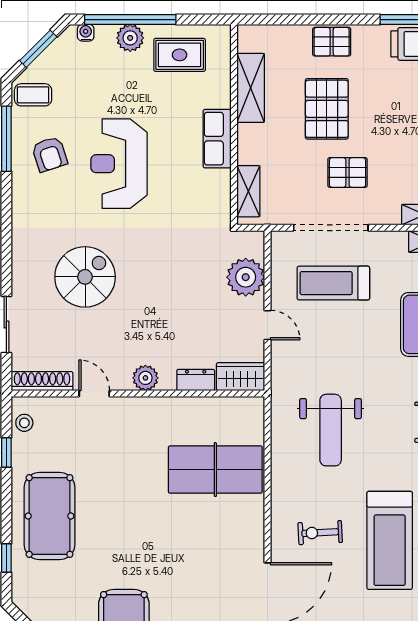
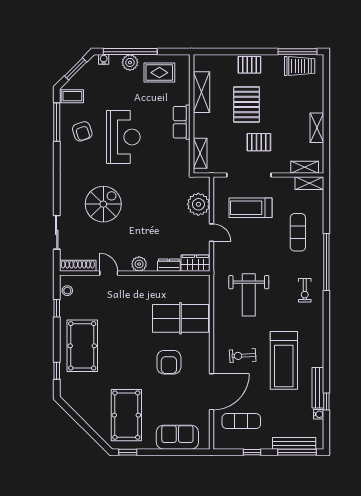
reception desk: (119, 164) -> (123, 137), turned 180
armchair: (196, 544) -> (169, 362), added

